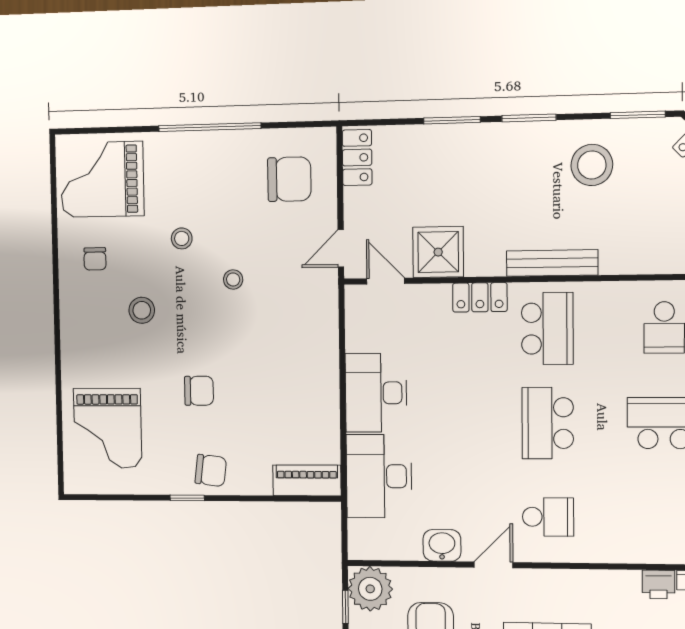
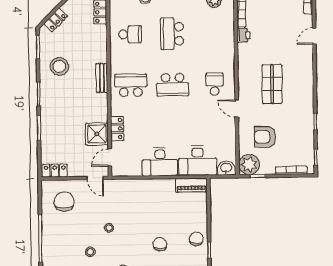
bench: (552, 263) -> (102, 78), width x0.73
locker: (480, 297) -> (117, 128), moved
piano: (307, 480) -> (191, 185), moved, turned -90
washbasin: (442, 545) -> (226, 168), moved, turned 90

